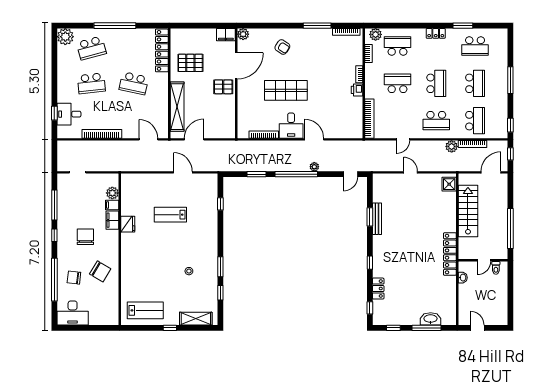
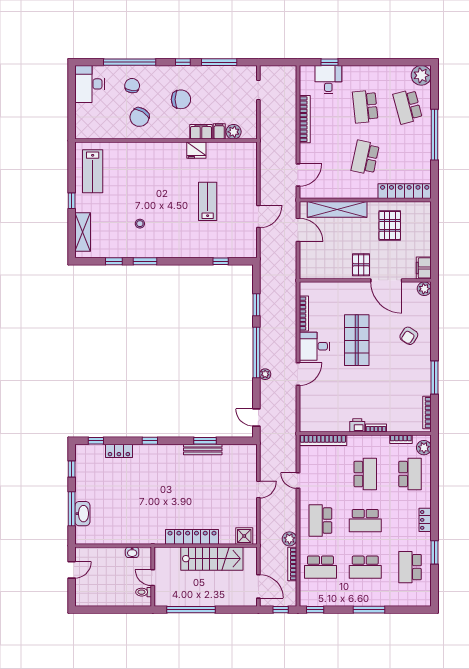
locker: (450, 254) -> (192, 537), moved

